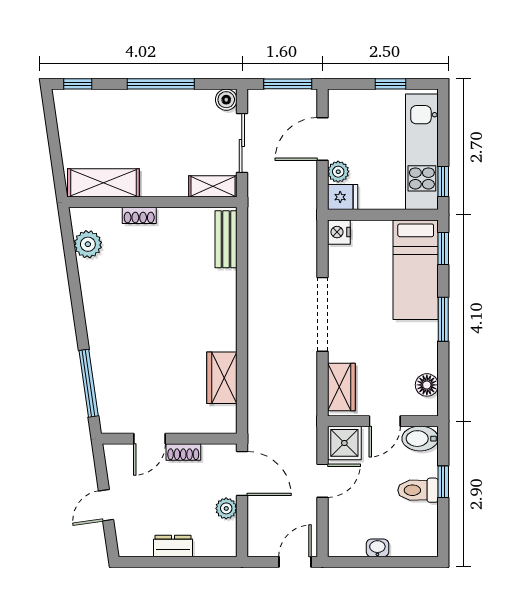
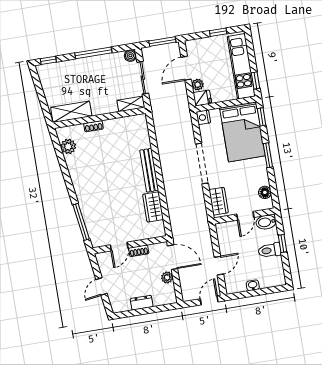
bench: (226, 239) -> (149, 170), moved, width x1.36
bed: (416, 270) -> (242, 132), width x1.50
shower: (344, 443) -> (225, 231), removed
door: (322, 481) -> (219, 266), moved

